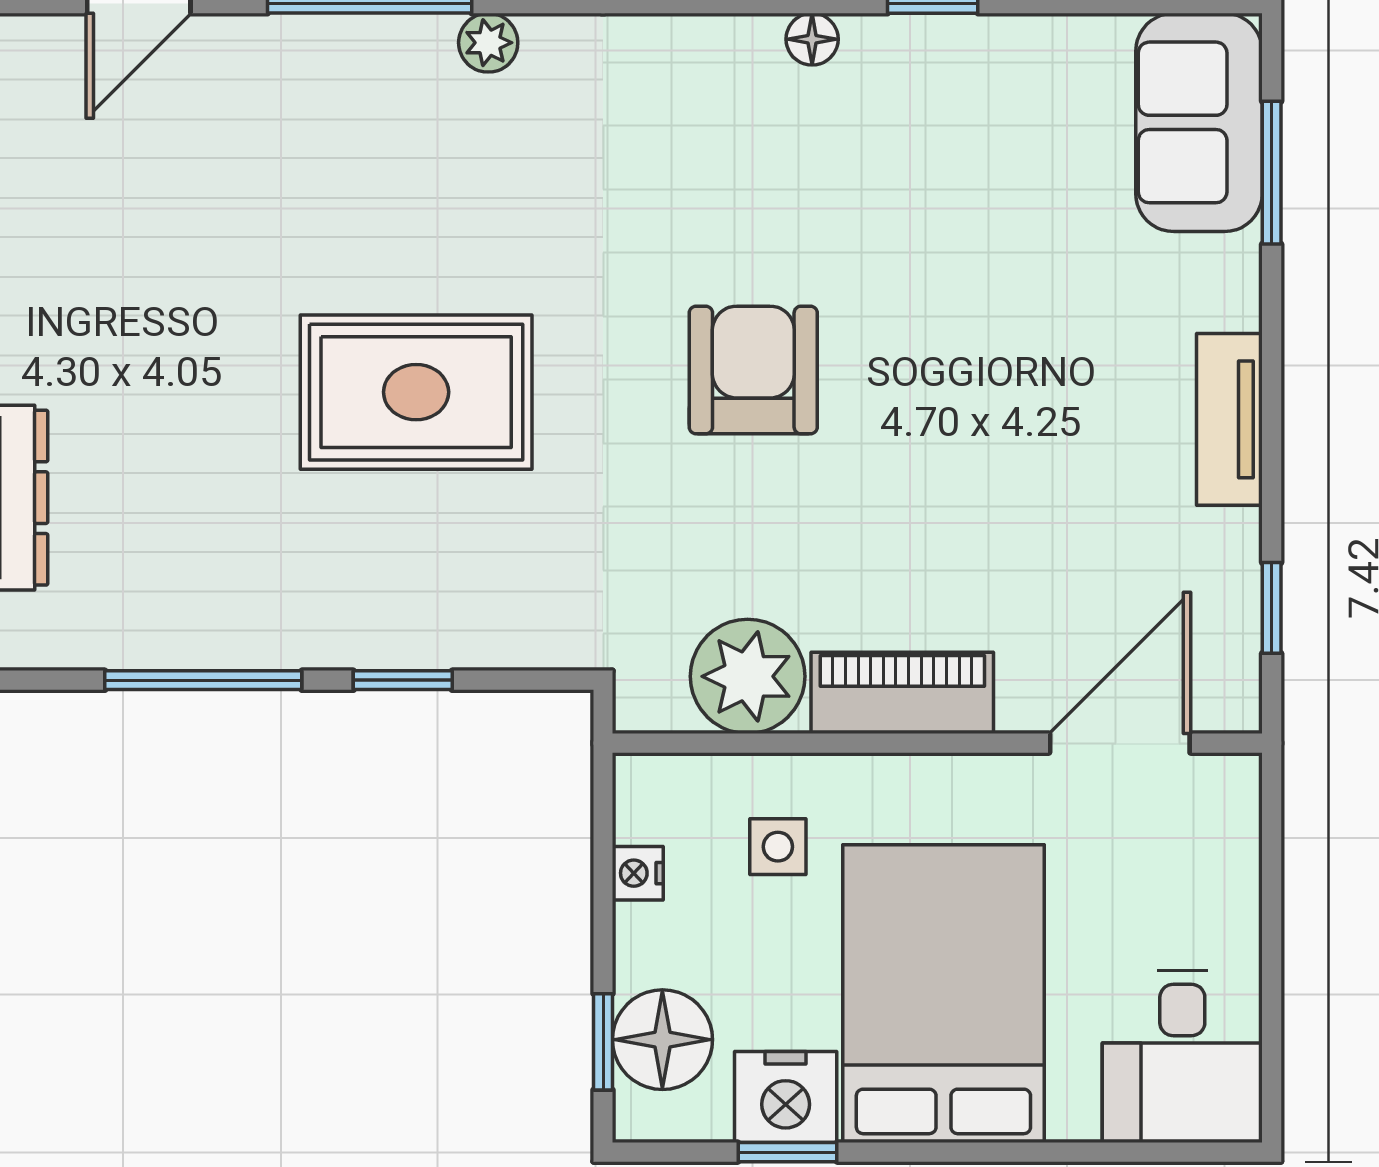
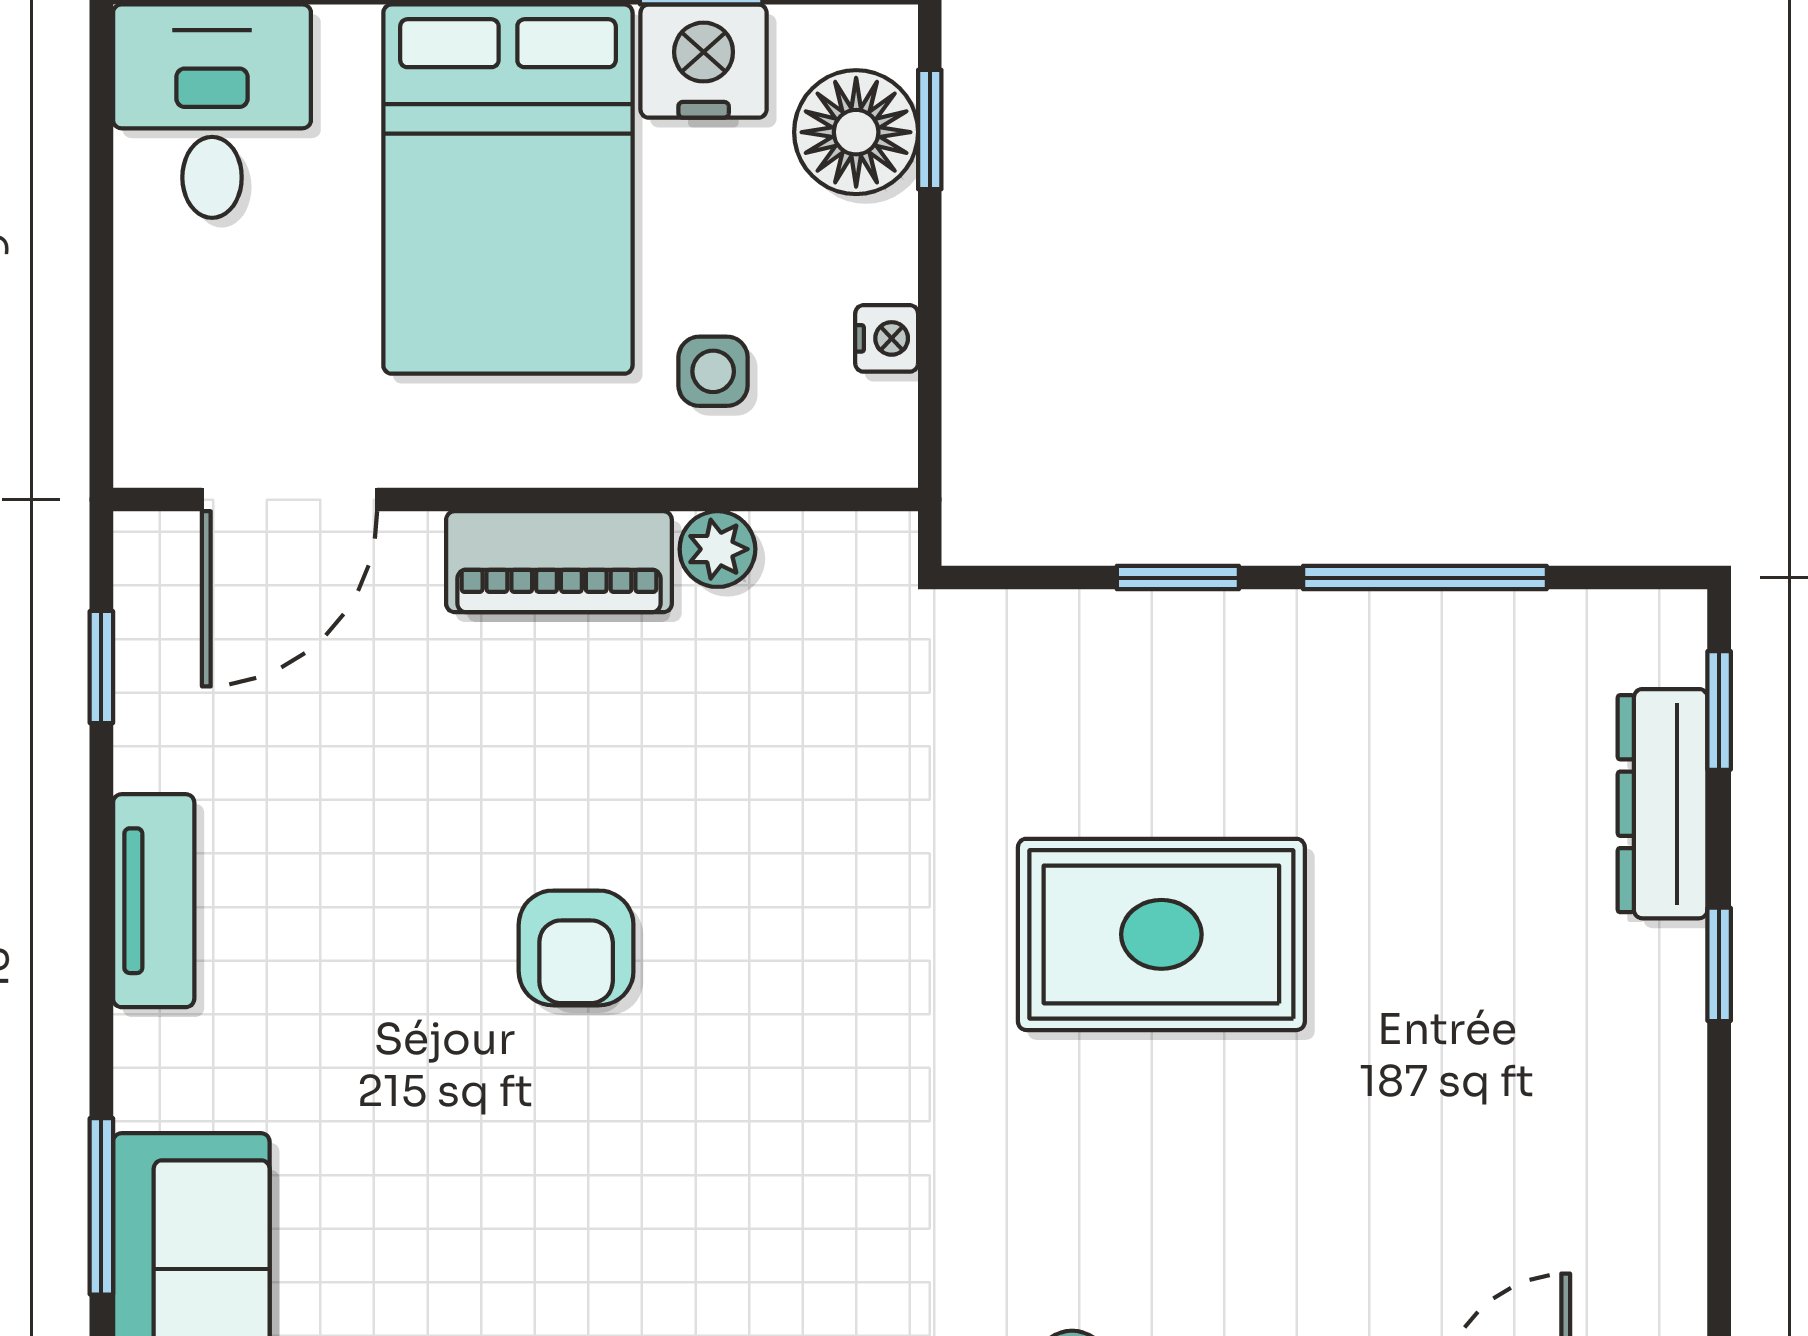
armchair: (753, 370) -> (576, 948), moved, width x0.72, depth x0.72
plant: (748, 676) -> (717, 549), width x0.53, depth x0.53

